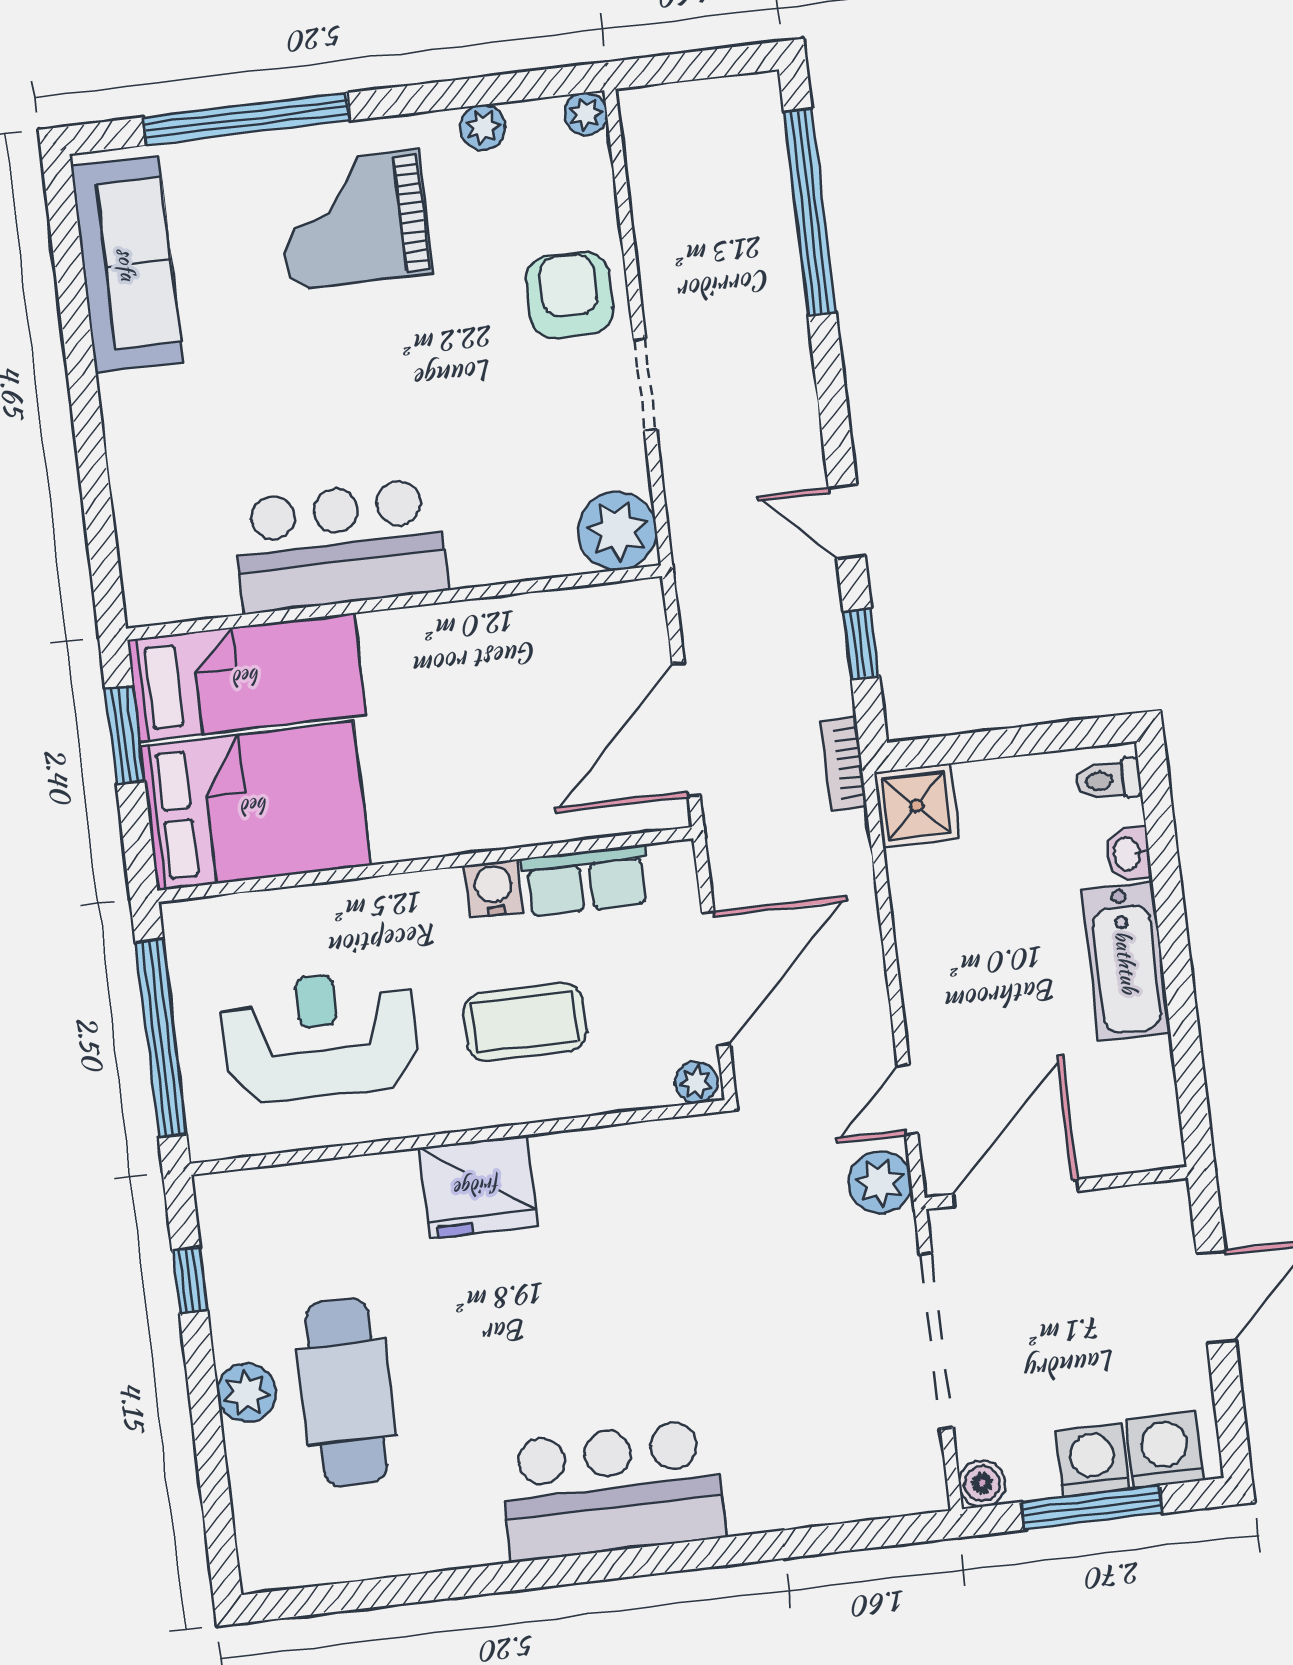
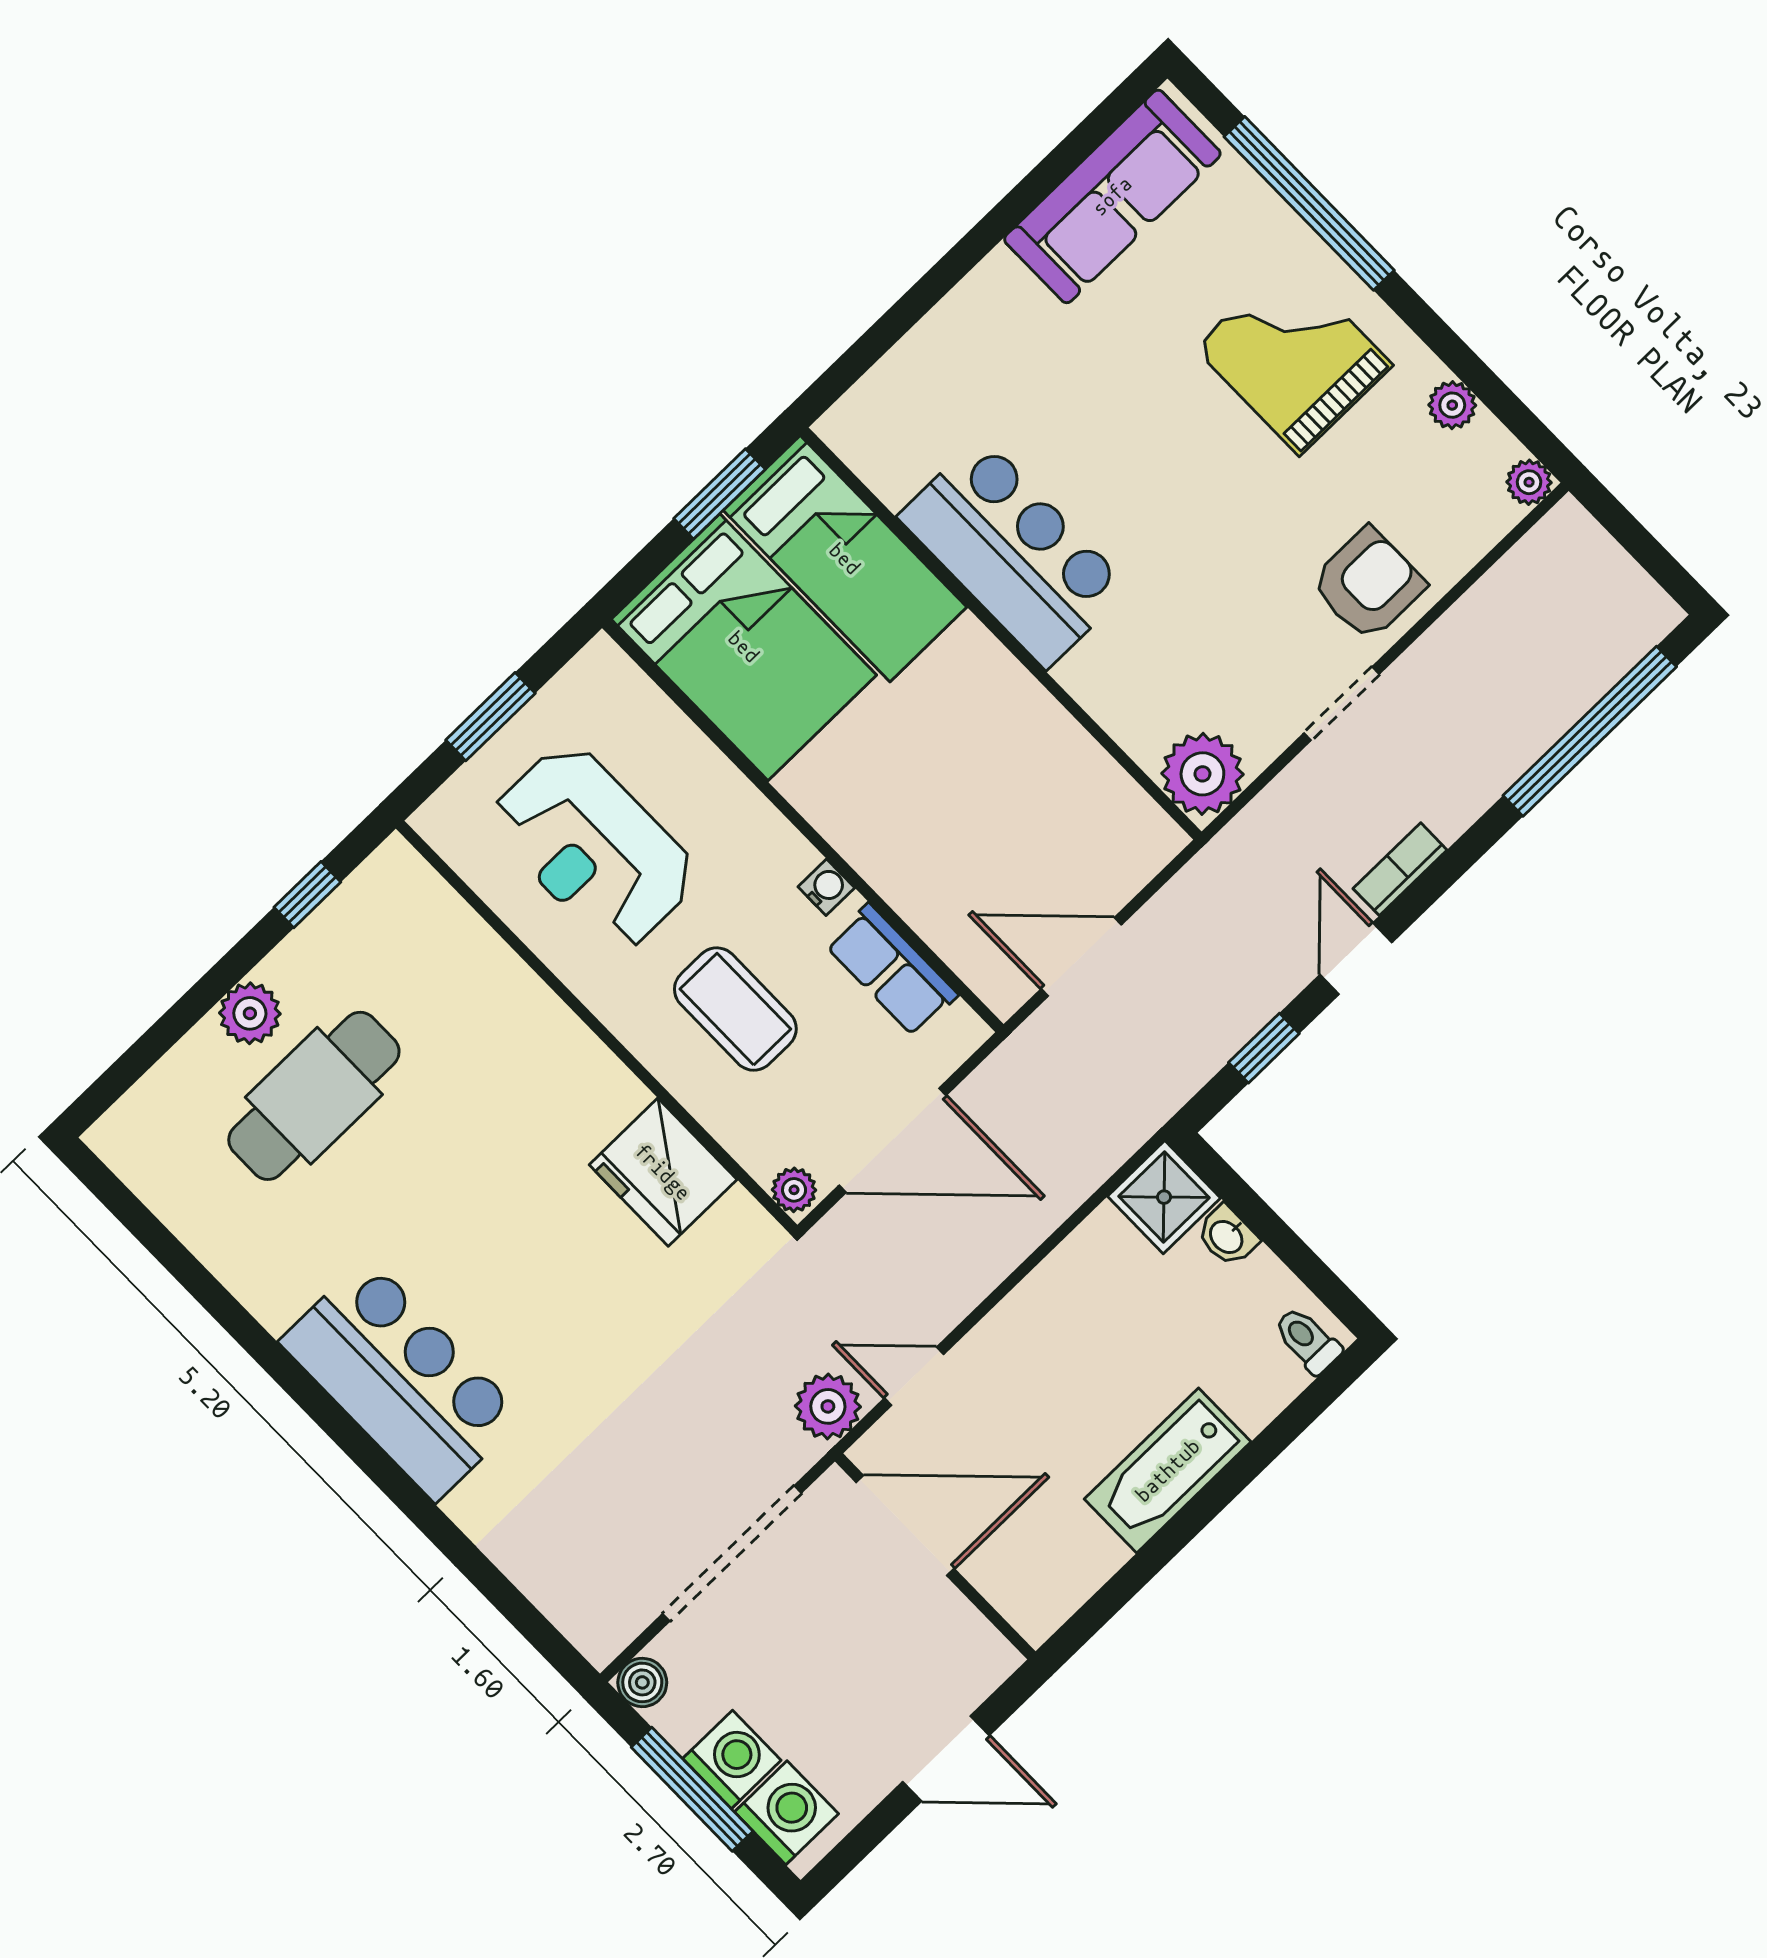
door: (686, 729) -> (1081, 957), width x0.73
bookcase: (844, 764) -> (1400, 869), moved
washbasin: (1128, 854) -> (1227, 1236), moved, turned -90
water cooler: (493, 889) -> (826, 887), width x0.72, depth x0.72
reception desk: (320, 1036) -> (593, 847), turned 180
window: (161, 1038) -> (490, 717), width x0.47
fridge: (478, 1187) -> (663, 1172), moved

